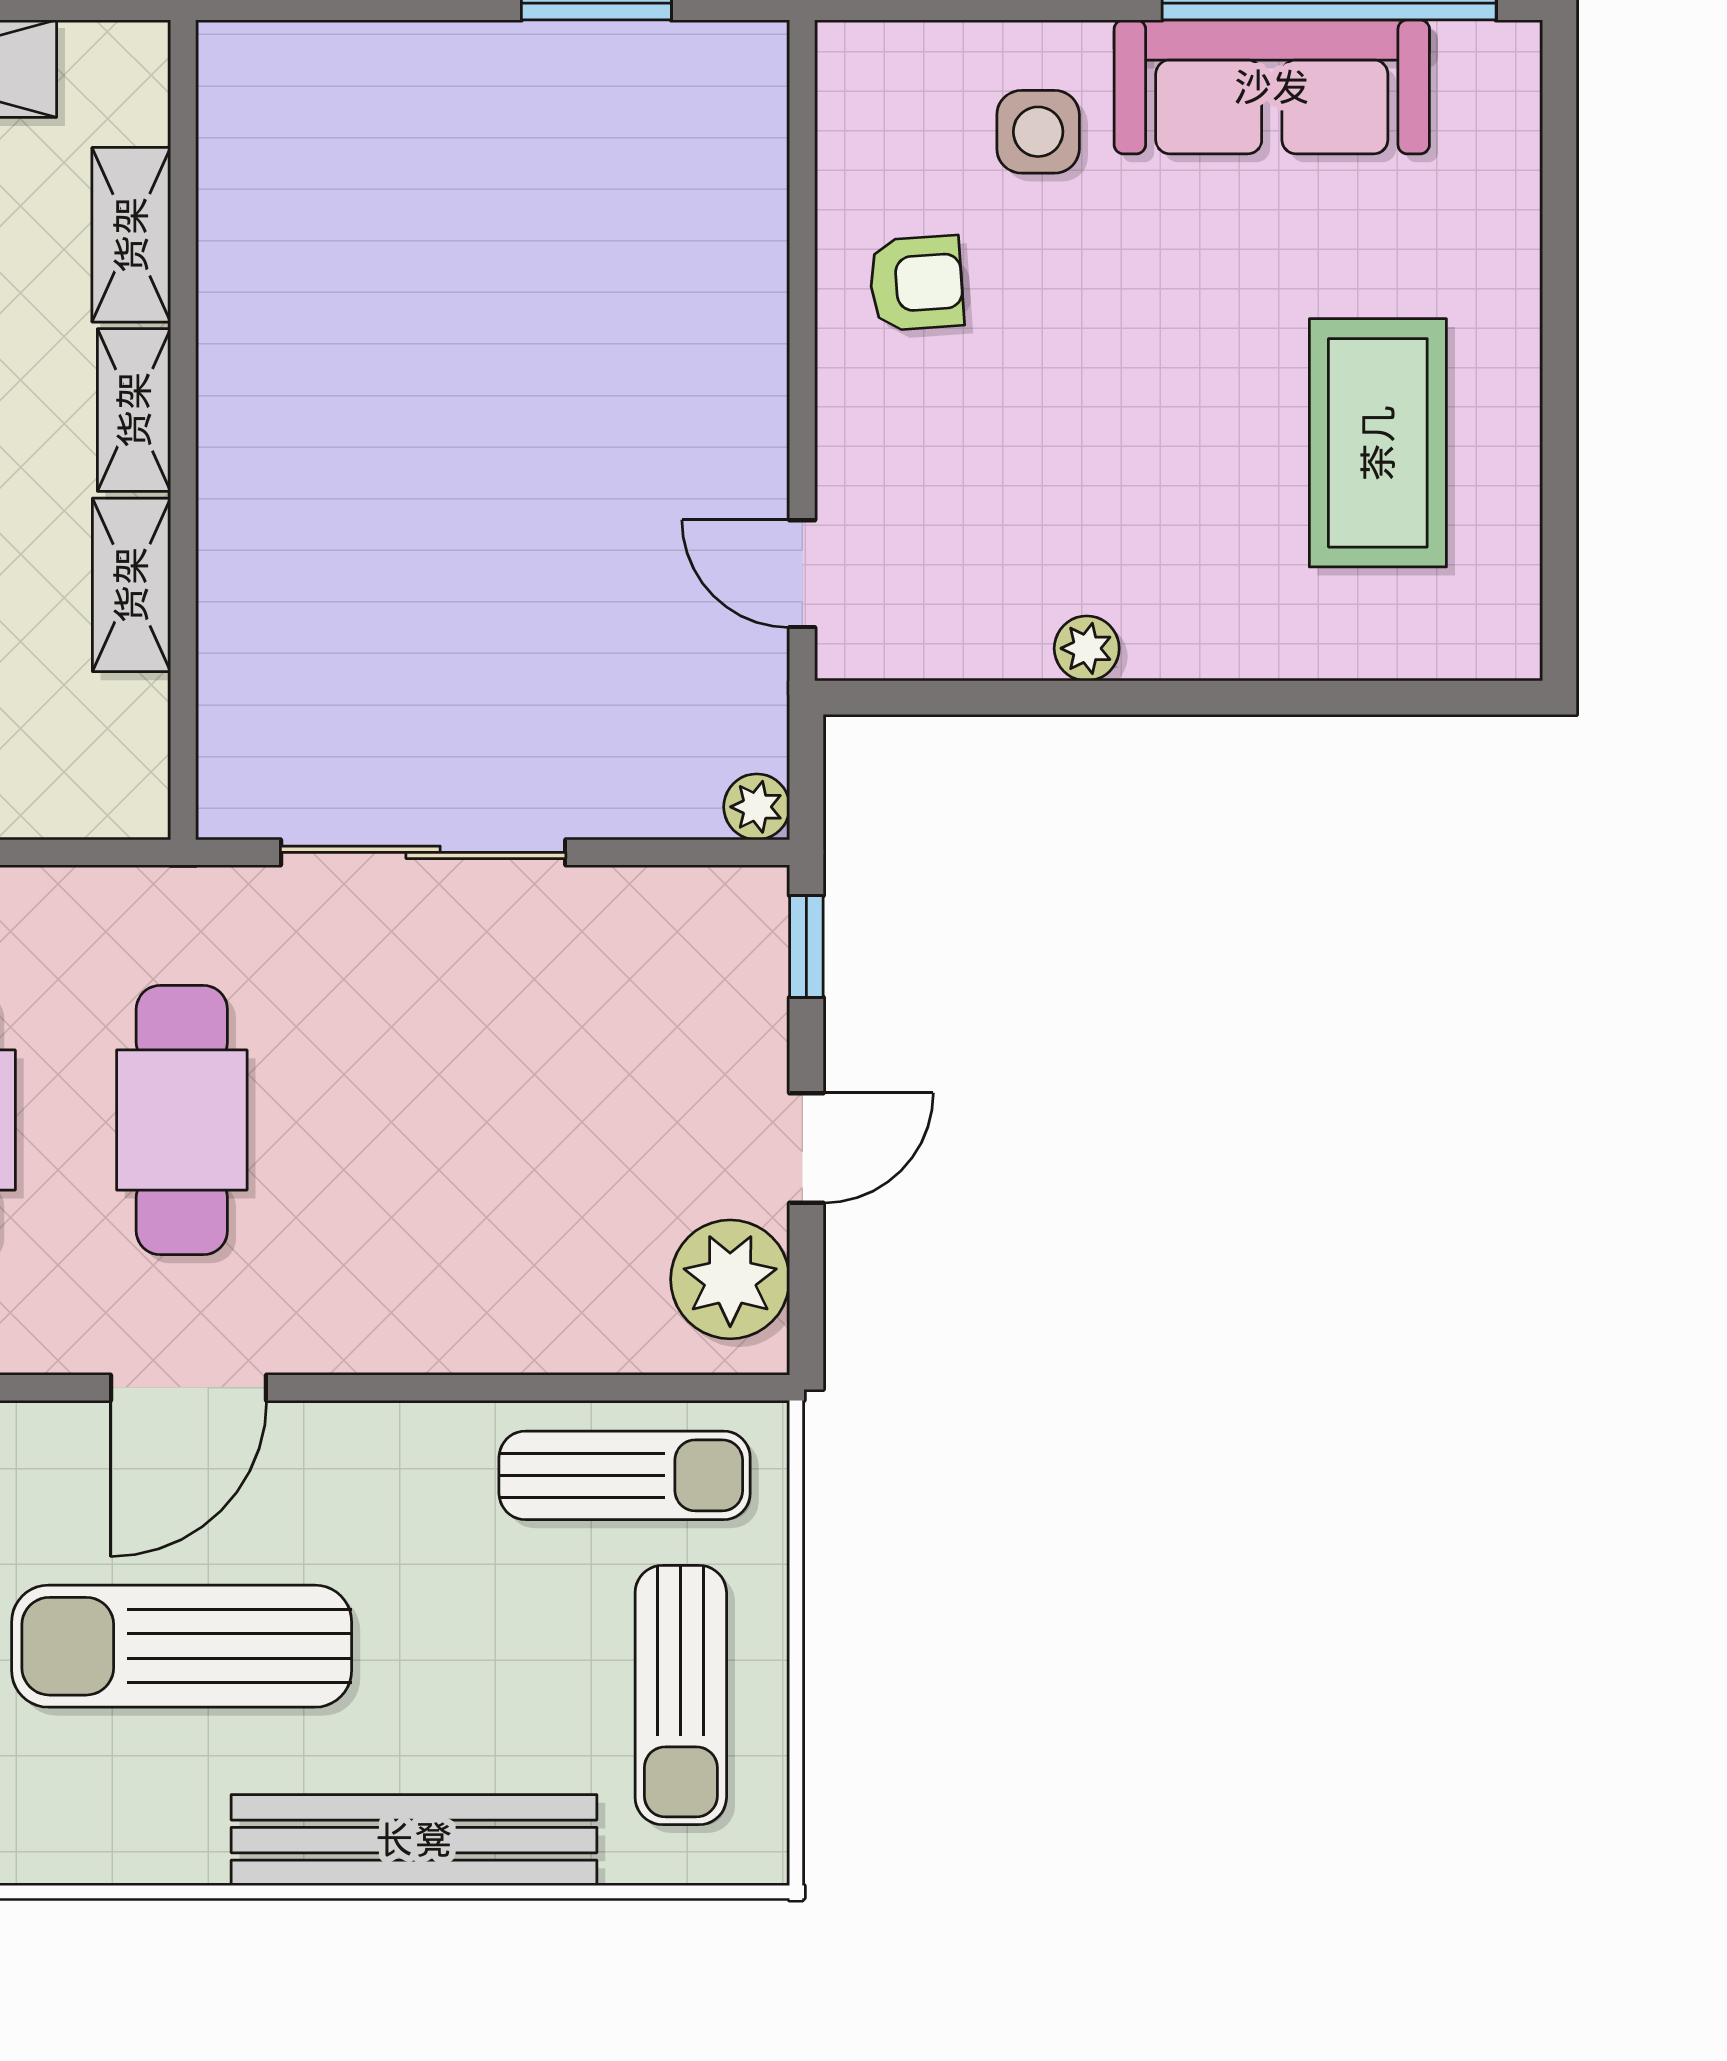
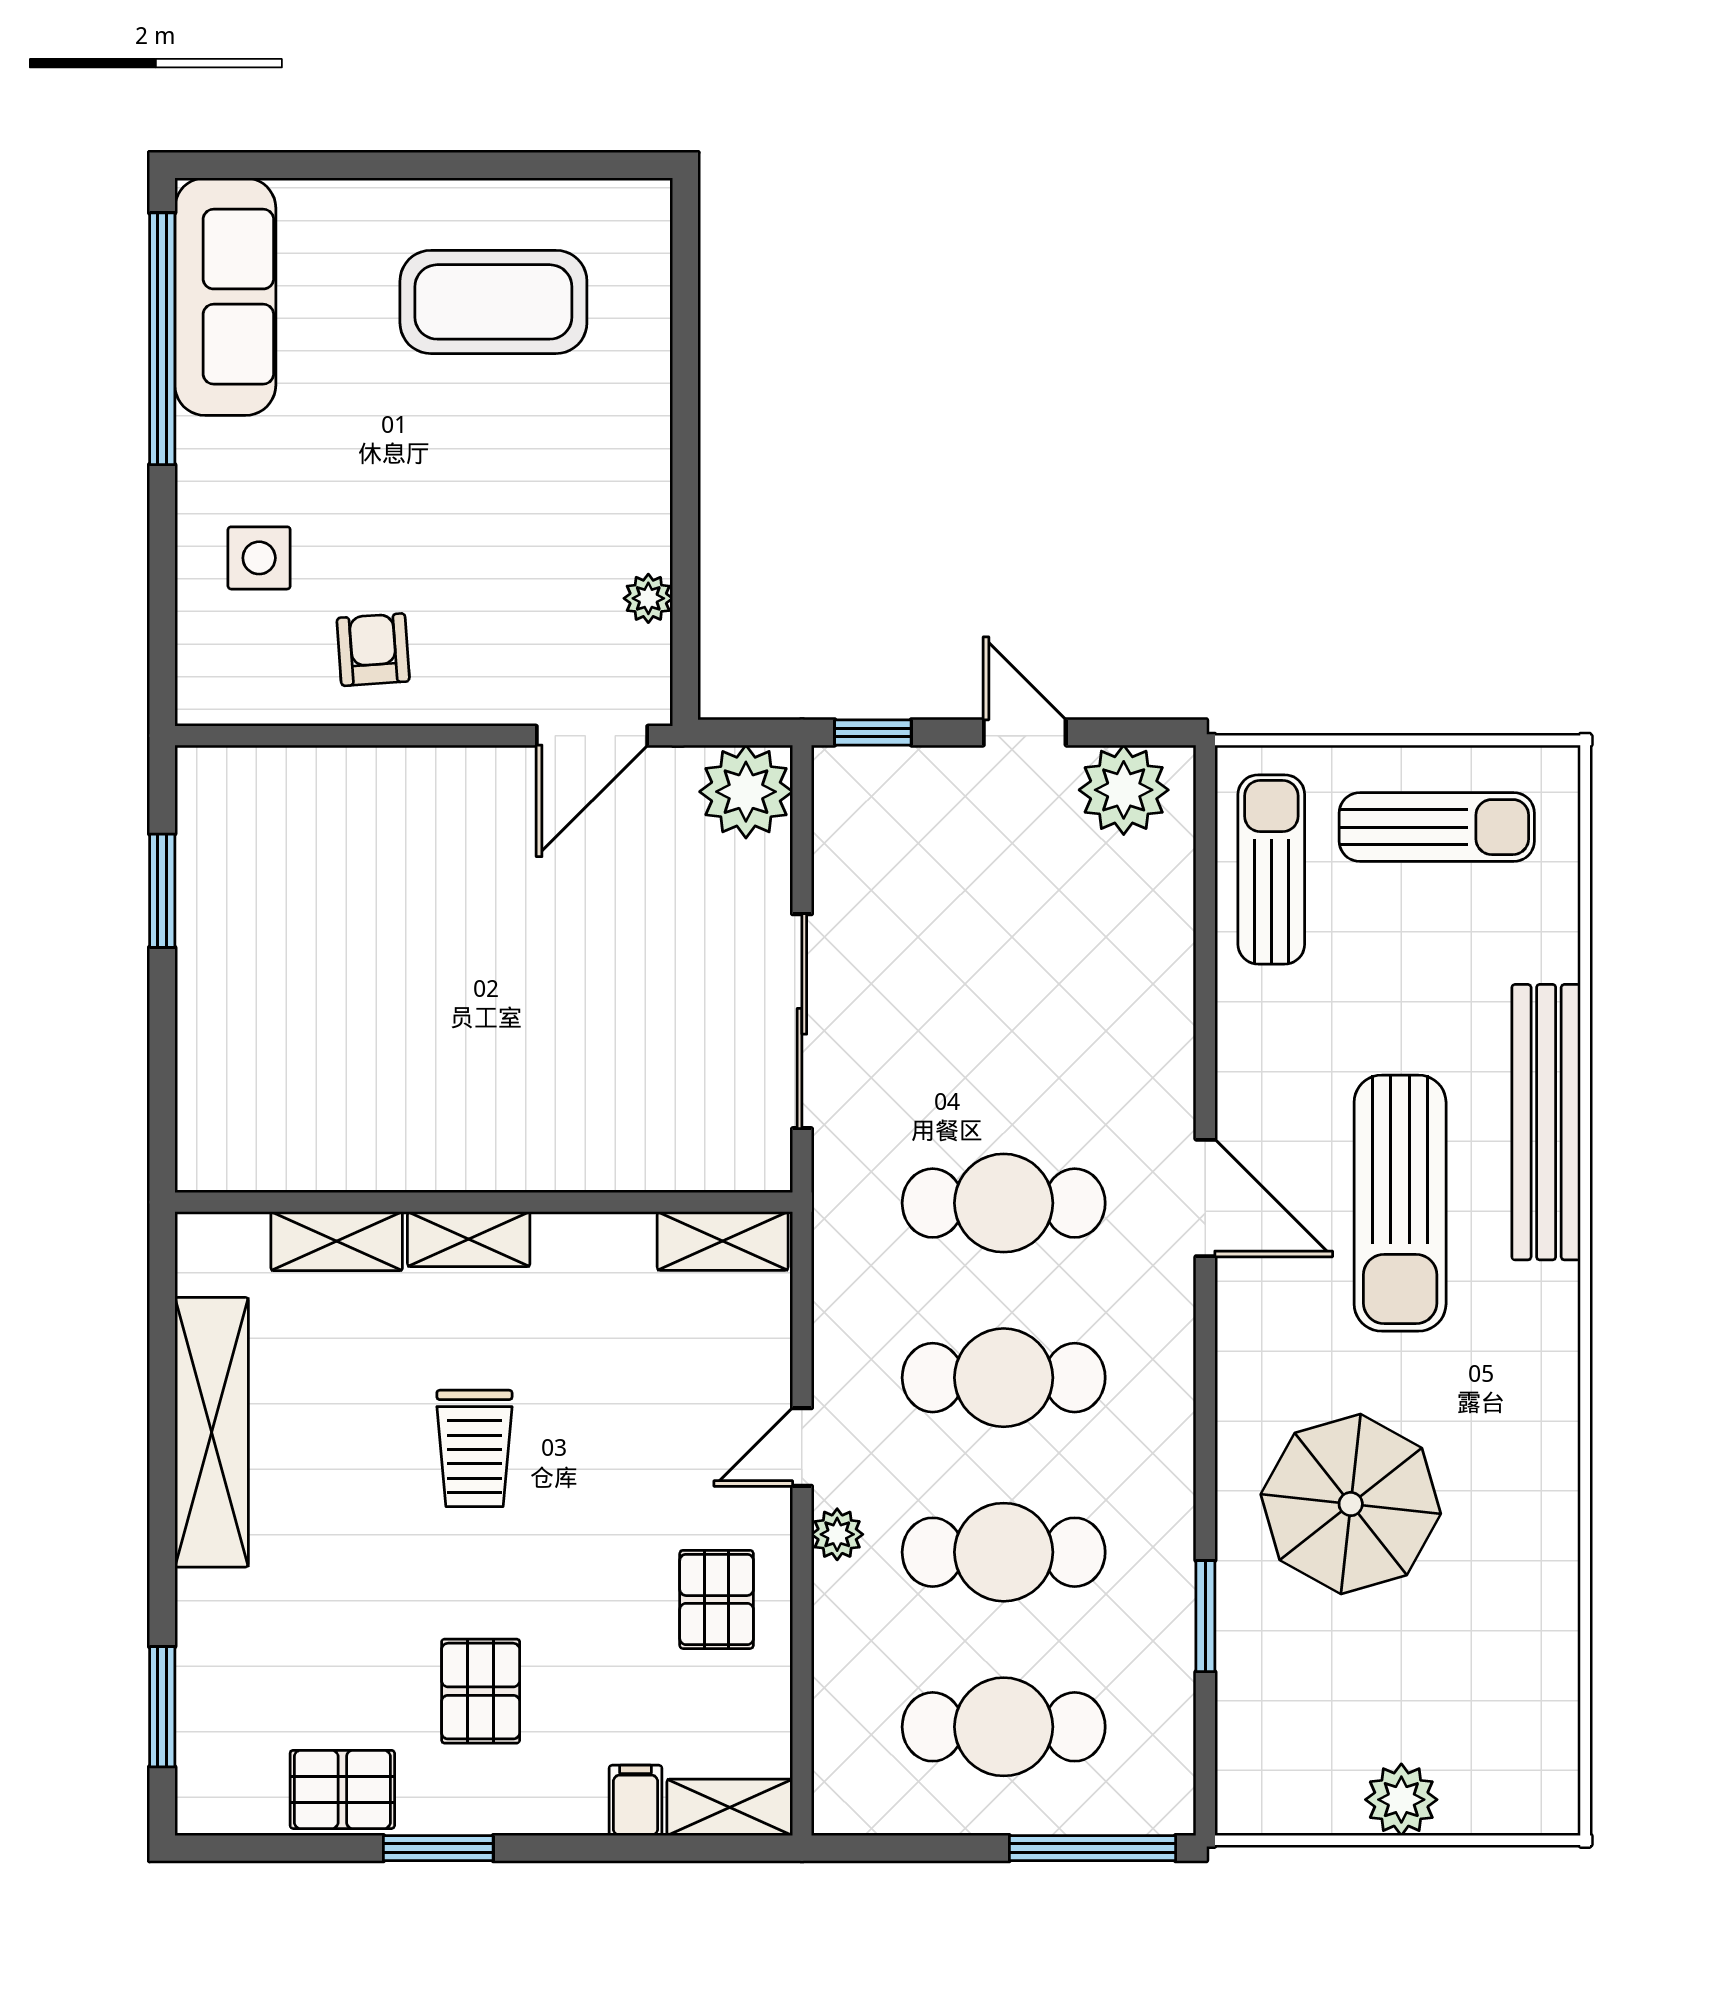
sofa: (1272, 87) -> (225, 297), moved
door: (802, 574) -> (592, 736), width x1.38
shelving: (131, 585) -> (723, 1241), moved
plant: (1087, 648) -> (648, 598), moved
plant: (757, 807) -> (746, 792), width x1.88, depth x1.88
bench: (414, 1840) -> (1546, 1122), moved

